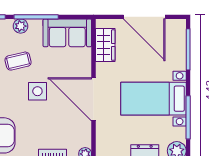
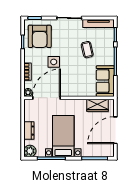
plant: (21, 26) -> (110, 51), removed
side table: (37, 91) -> (54, 62), moved
door: (93, 99) -> (46, 98), moved

